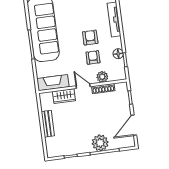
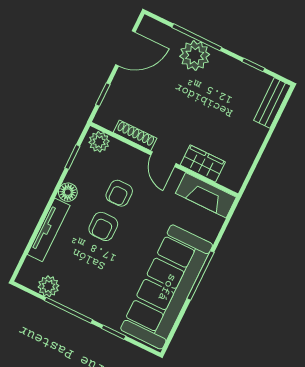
floor lamp: (118, 54) -> (68, 192), moved
plant: (102, 77) -> (99, 142), moved
bench: (48, 124) -> (272, 103), moved

